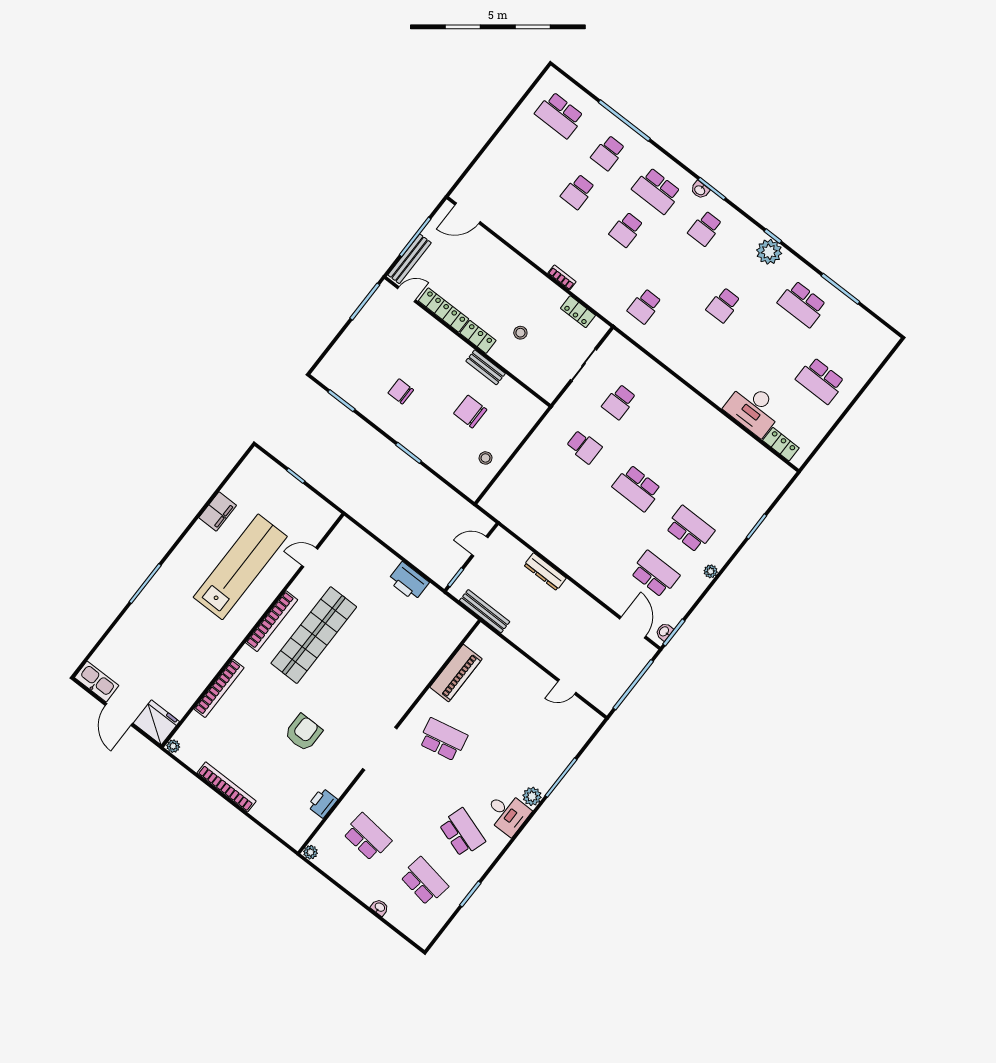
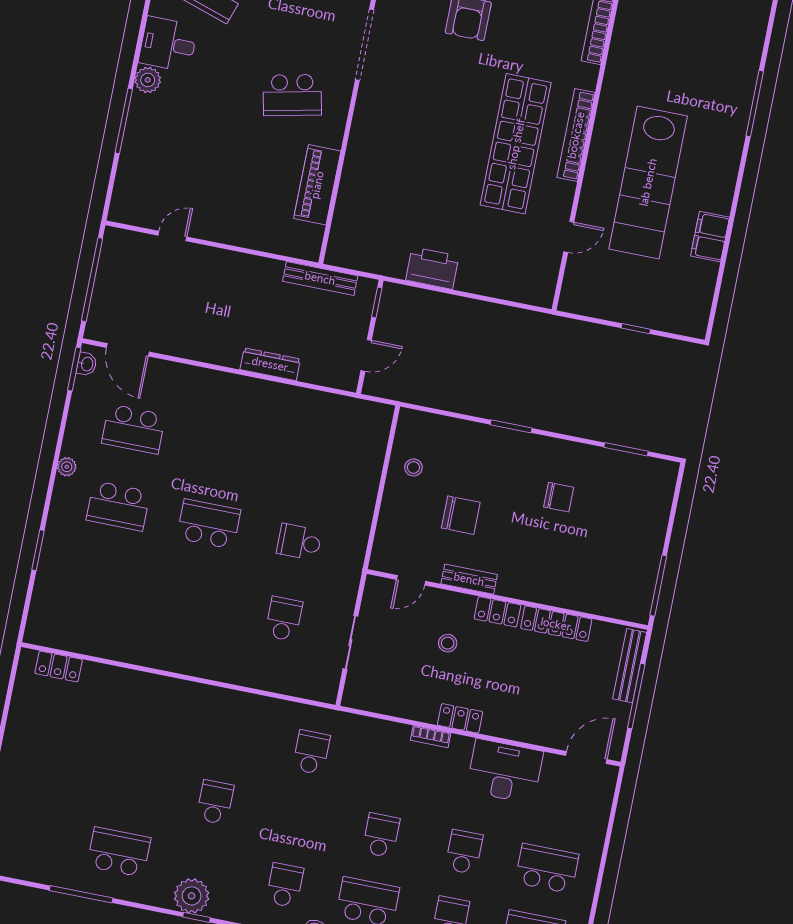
door: (407, 294) -> (411, 580), moved
locker: (578, 312) -> (460, 718), moved
school desk: (820, 381) -> (547, 868), moved
desk: (754, 409) -> (505, 771), moved

